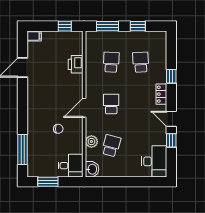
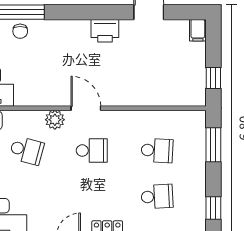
window: (138, 26) -> (213, 208), moved
printer: (76, 64) -> (105, 31), moved, turned 180
chair: (58, 129) -> (20, 31), moved
plant: (91, 141) -> (55, 120), moved

